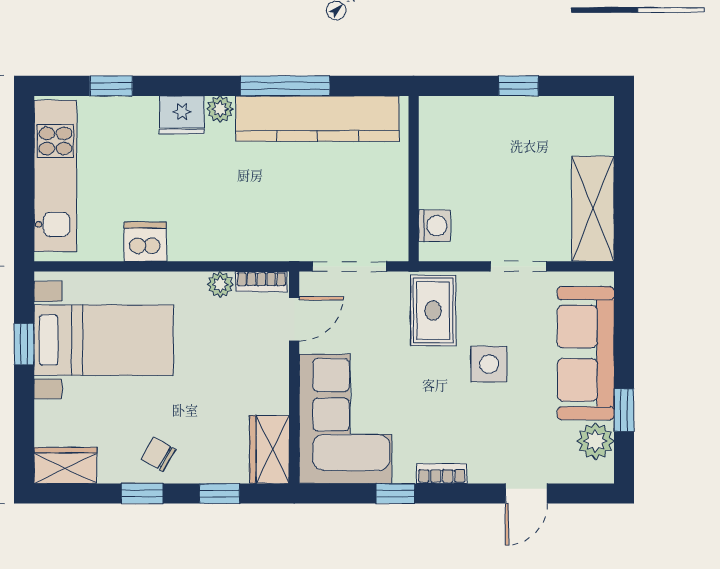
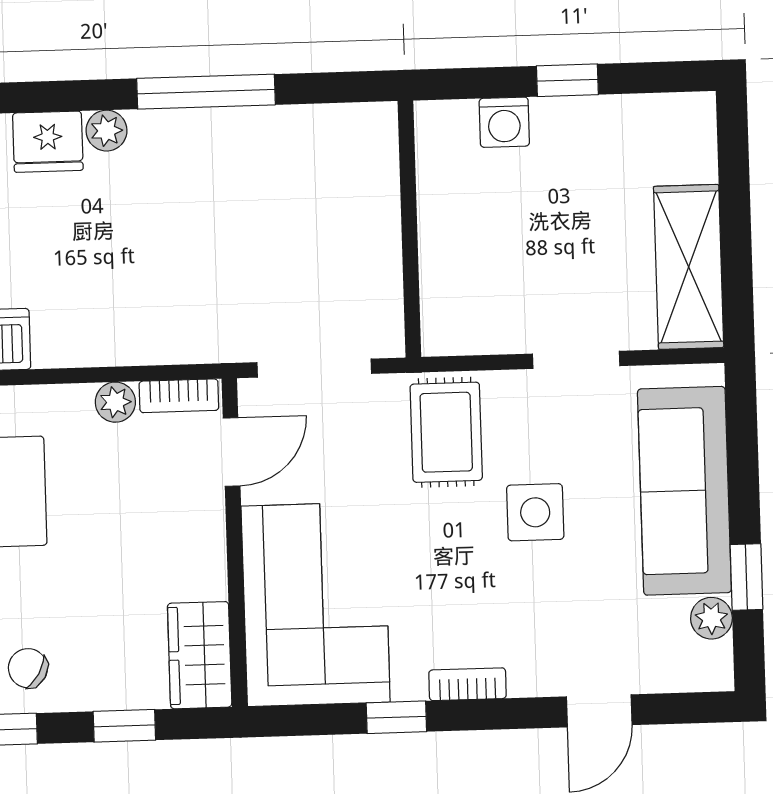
kitchen counter: (317, 119) -> (258, 141), removed
washing machine: (434, 226) -> (504, 122), moved, turned 90
plant: (596, 441) -> (711, 618), width x0.73, depth x0.73

